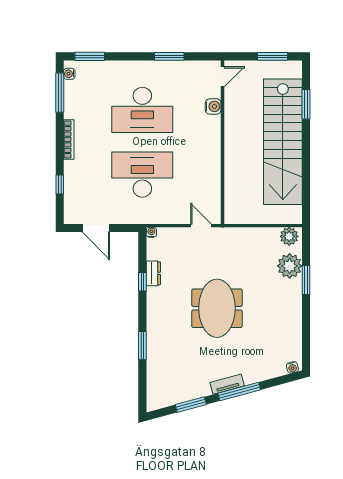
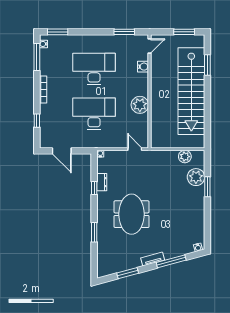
window: (169, 56) -> (124, 32), moved
desk: (142, 110) -> (94, 69), turned 180
plant: (209, 162) -> (140, 105), added
plant: (289, 236) -> (185, 157), moved
meeting table: (217, 308) -> (132, 214), moved
window: (239, 391) -> (171, 261), moved

